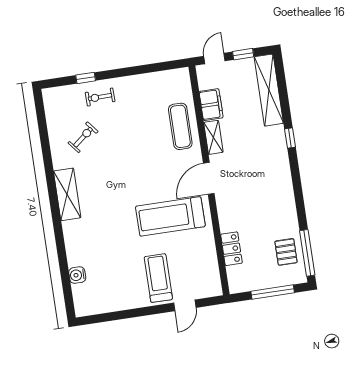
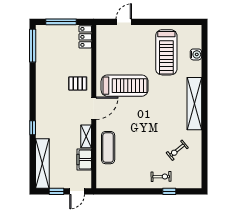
shelving: (67, 194) -> (194, 104), width x1.47
locker: (231, 249) -> (85, 37), moved
pallet: (286, 252) -> (78, 83), moved, turned 90
treadmill: (158, 278) -> (166, 52), moved, width x1.37, depth x1.38

